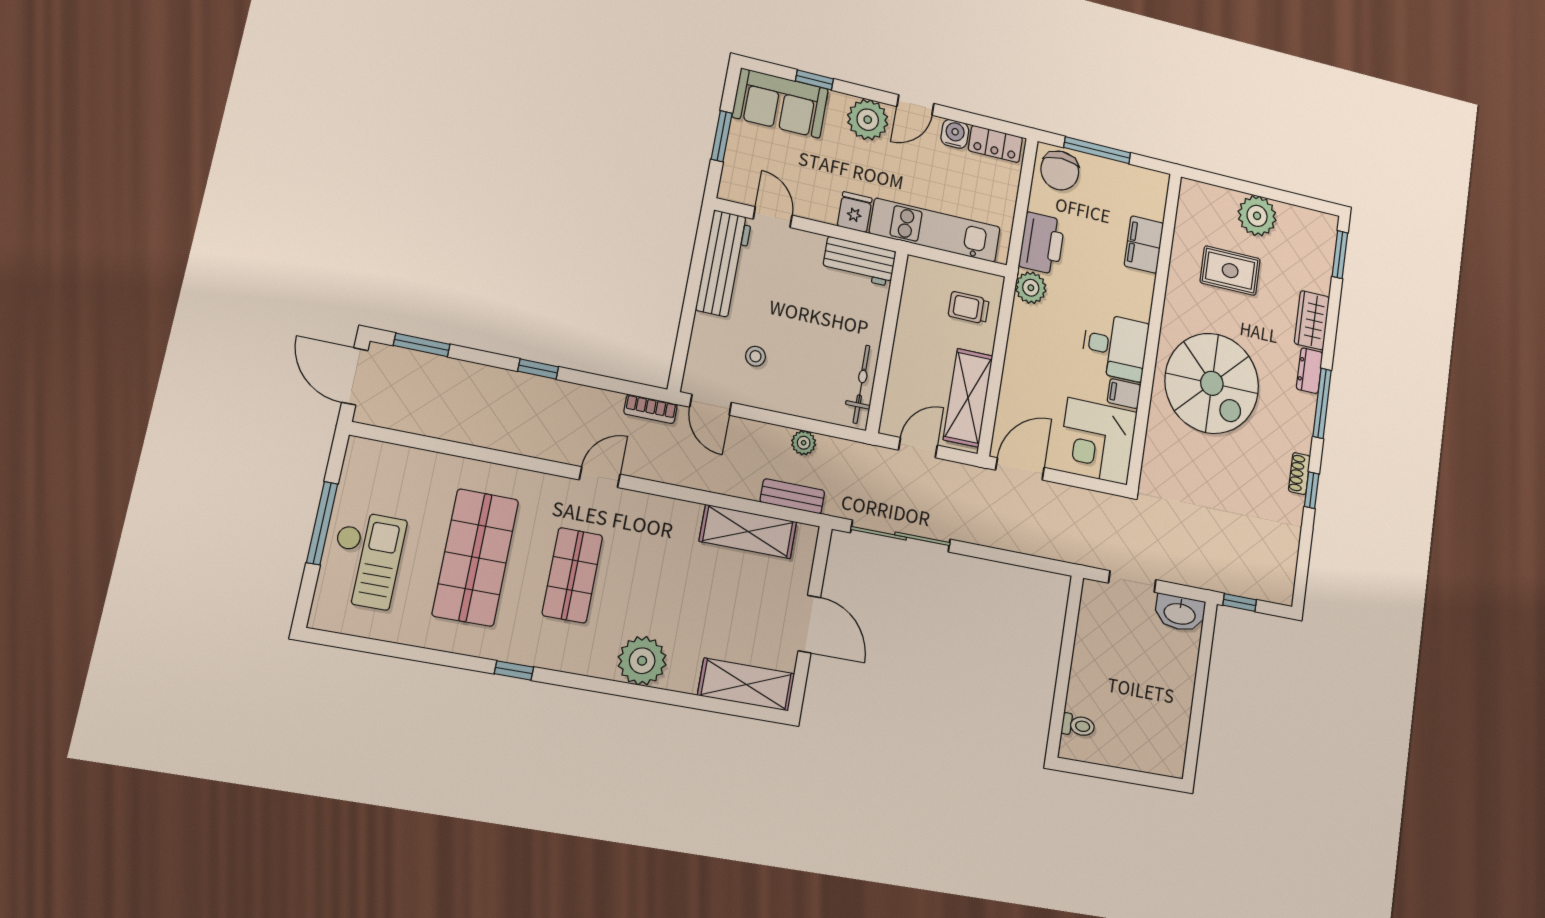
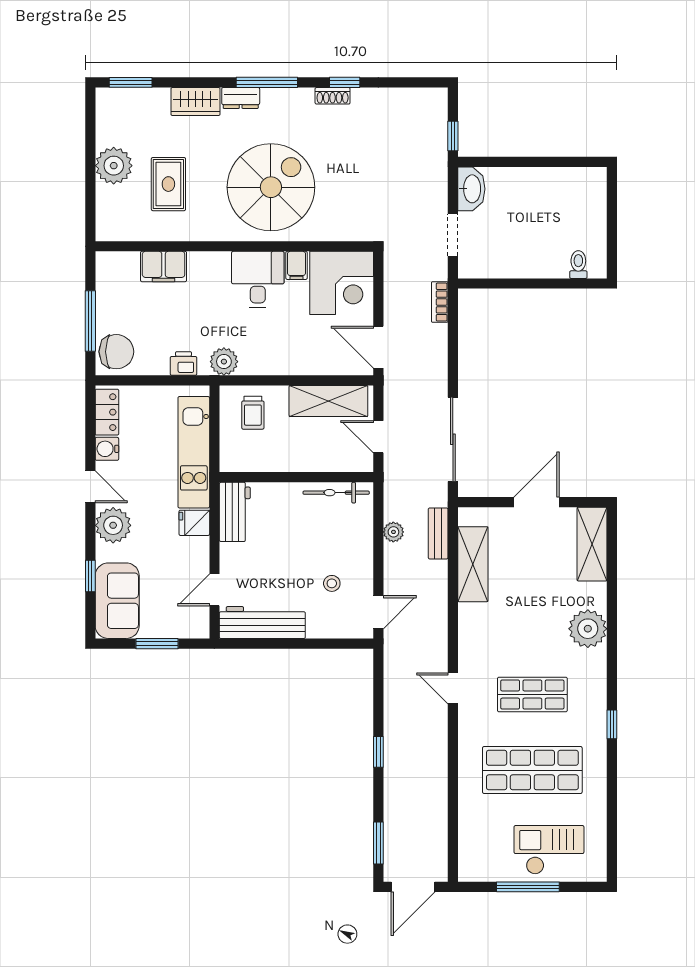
printer: (1042, 243) -> (183, 363), width x0.53, depth x0.68
bookcase: (650, 409) -> (440, 302), moved, turned 180

